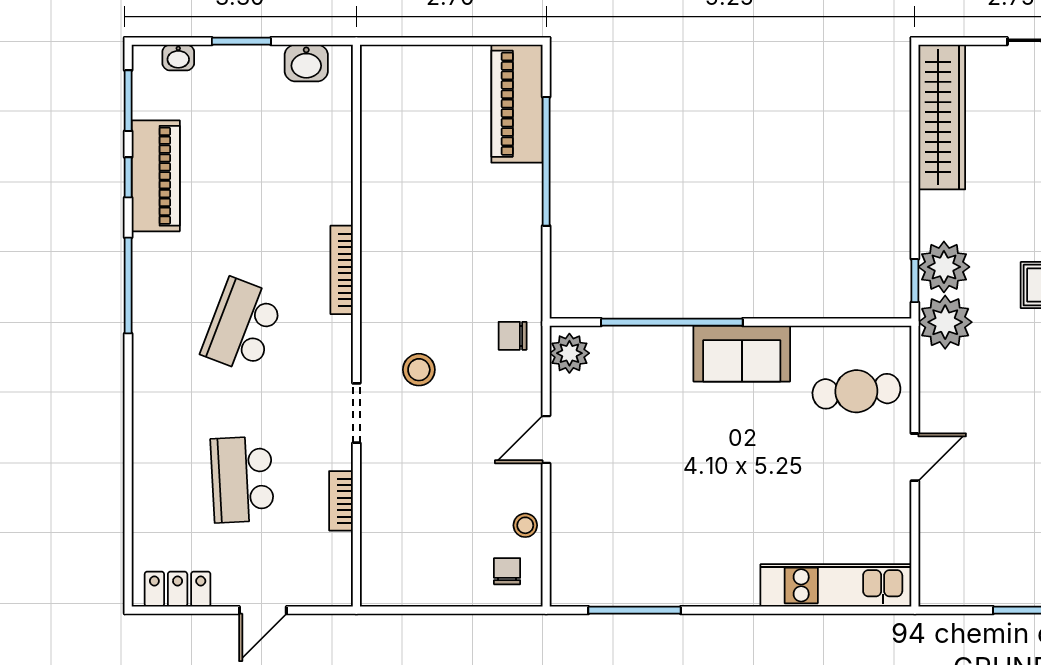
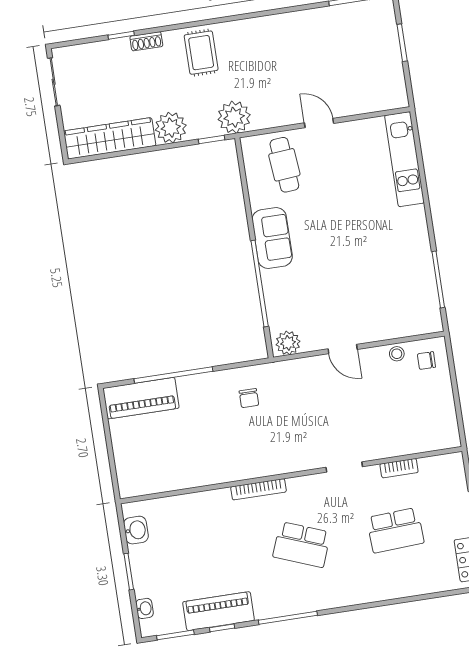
plant: (944, 267) -> (171, 128), moved
chair: (513, 336) -> (249, 398), moved
stool: (419, 370) -> (312, 433), removed

